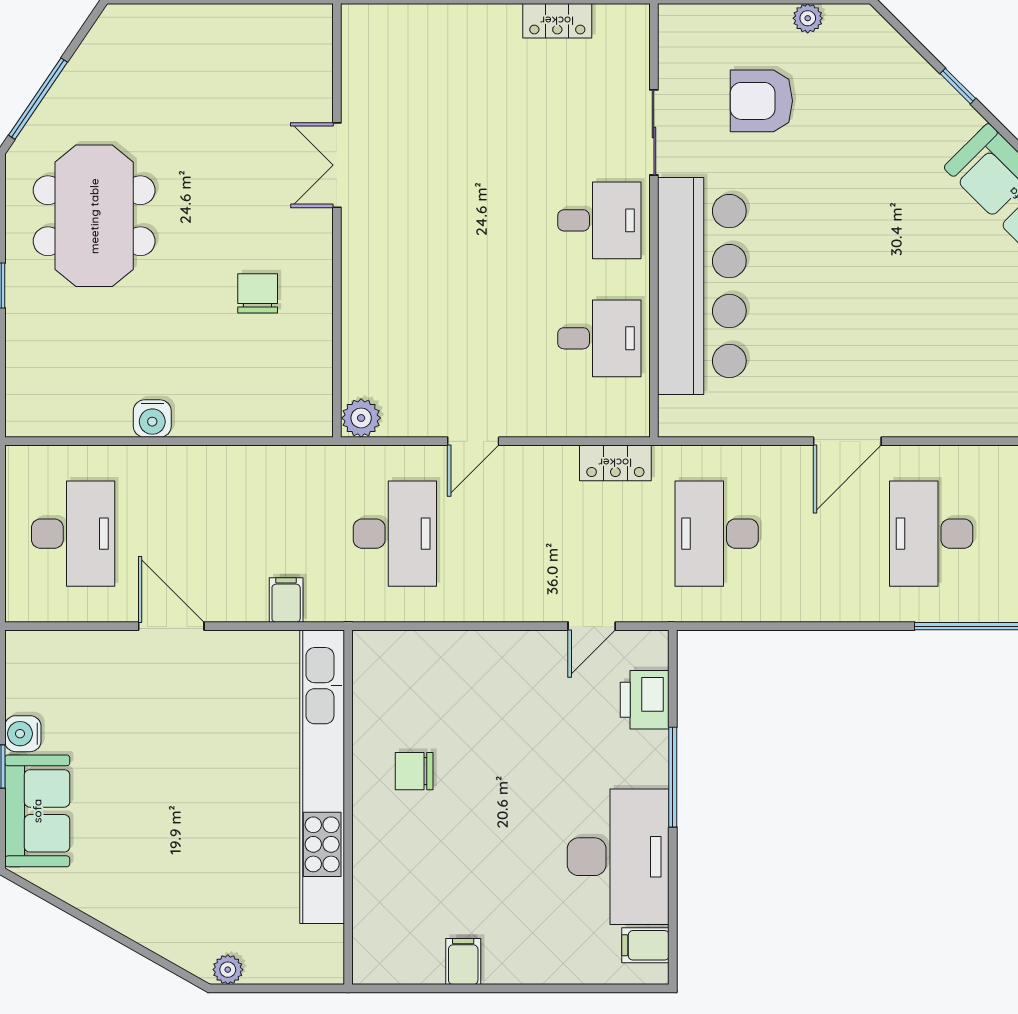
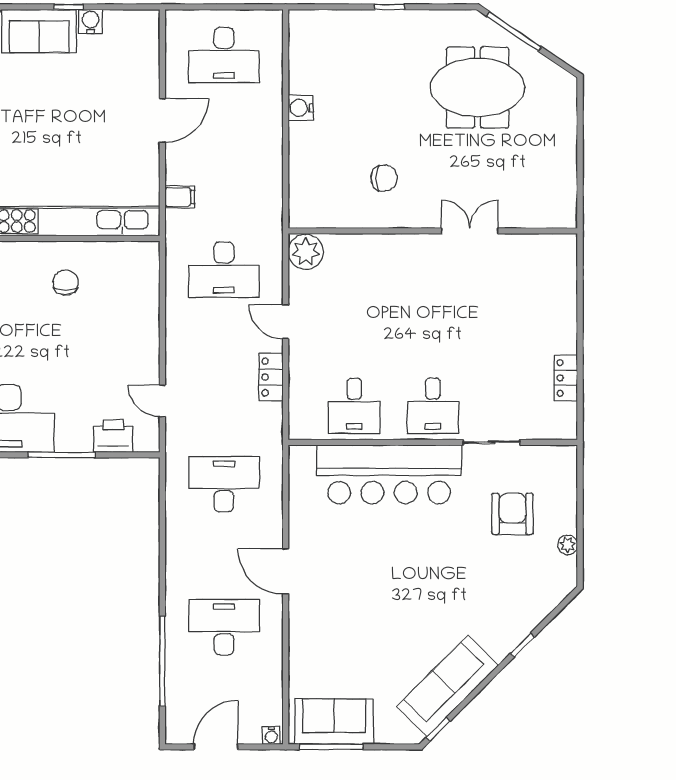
meeting table: (94, 216) -> (478, 87), moved
plant: (361, 418) -> (306, 252), width x1.36, depth x1.36
locker: (615, 463) -> (271, 377), moved

